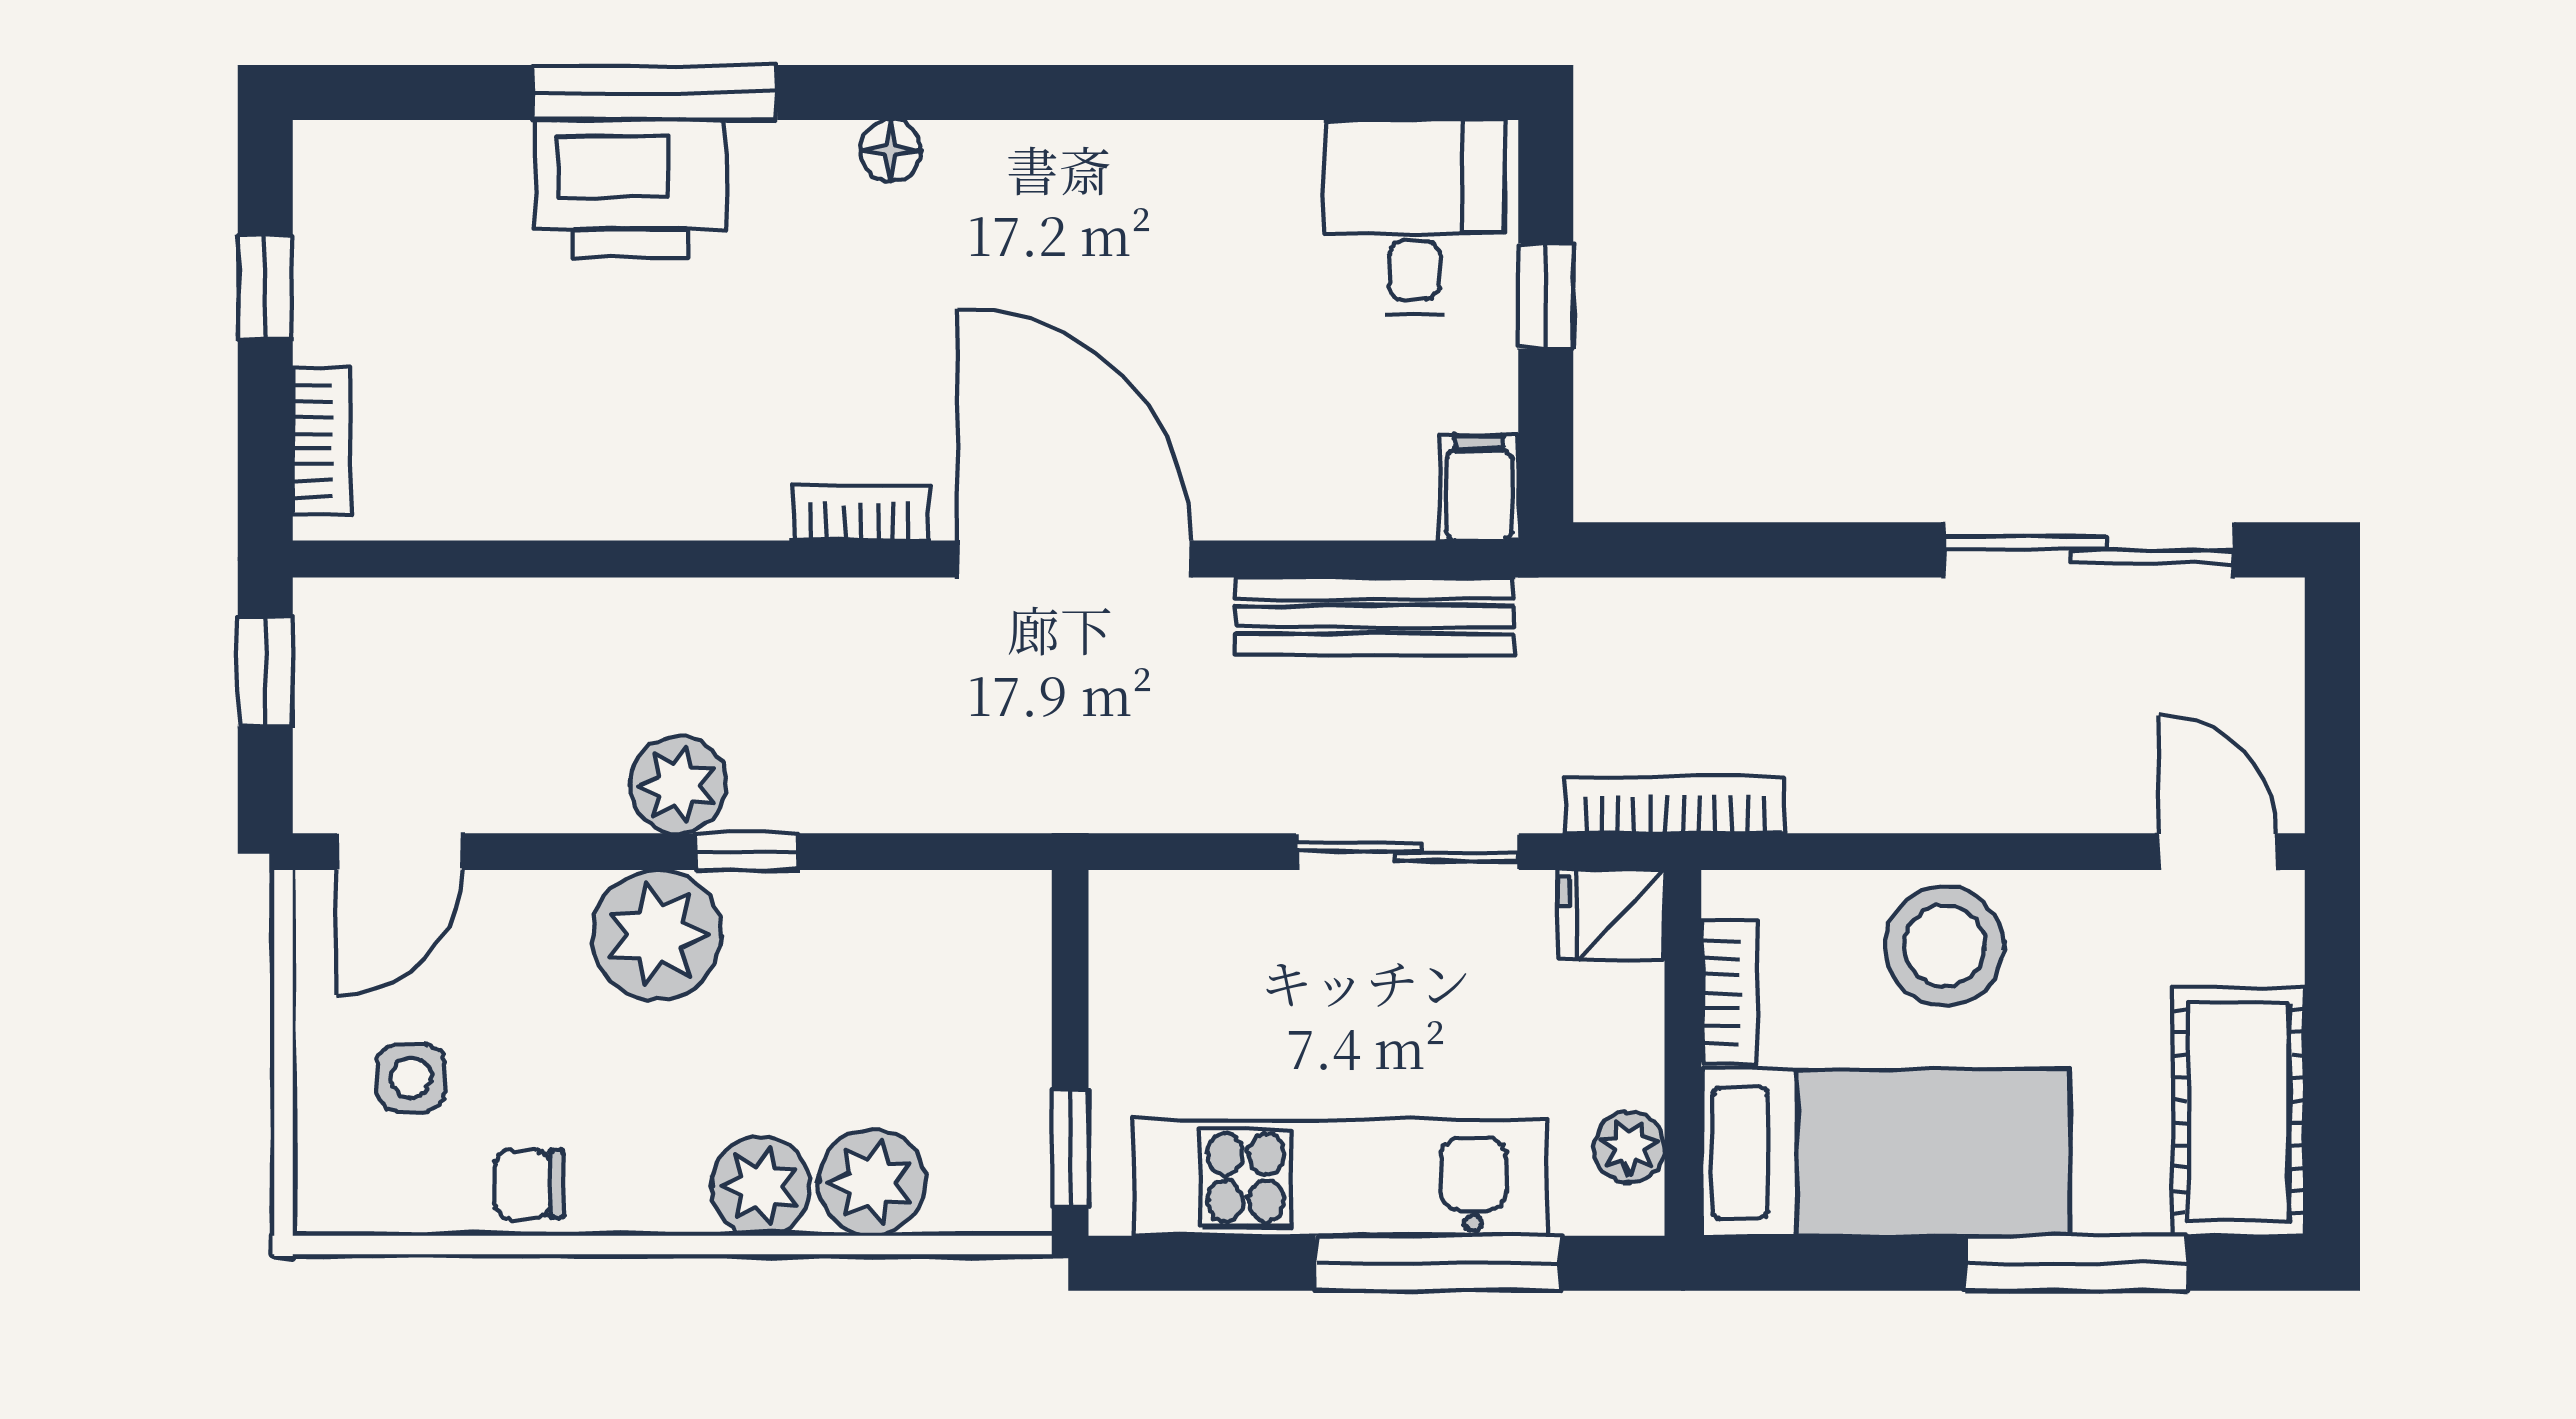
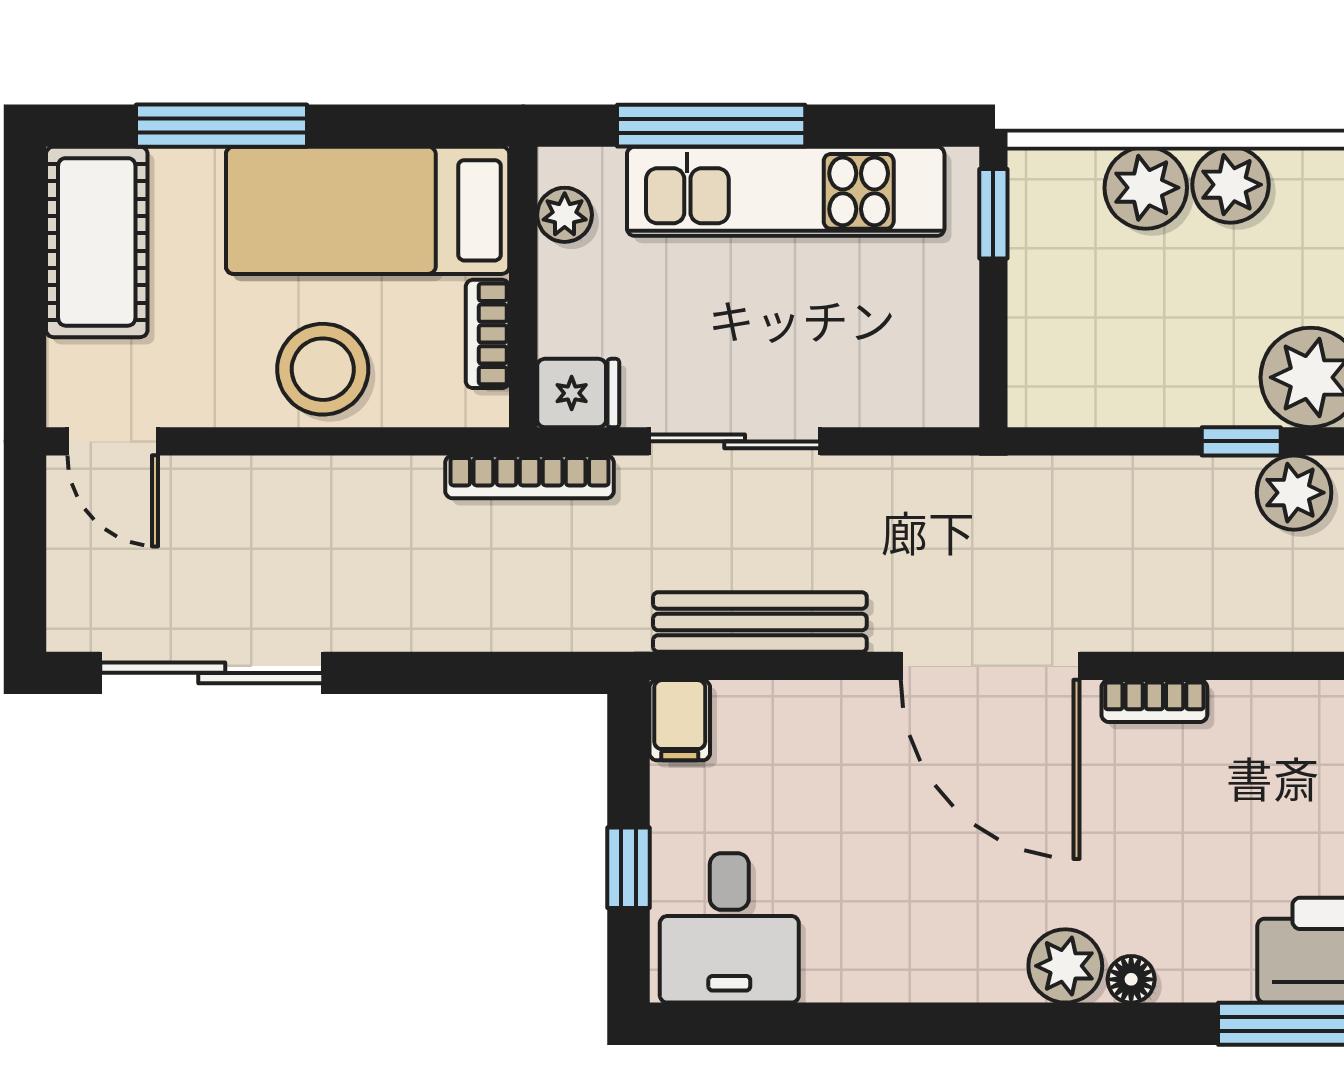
plant: (976, 168) -> (1065, 966), added

